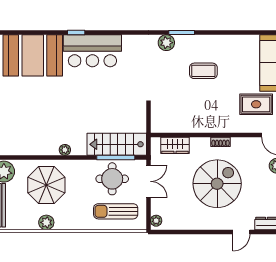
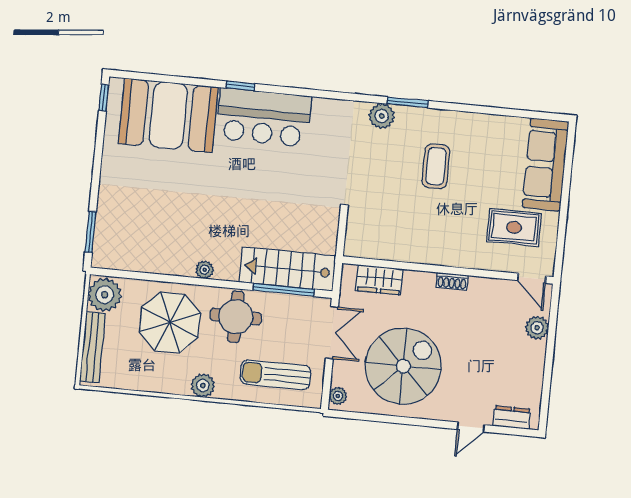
coffee table: (203, 71) -> (436, 166), turned 90
round table: (112, 179) -> (236, 317), moved
spiral stairs: (217, 184) -> (403, 366), moved
plant: (46, 222) -> (203, 385), moved

